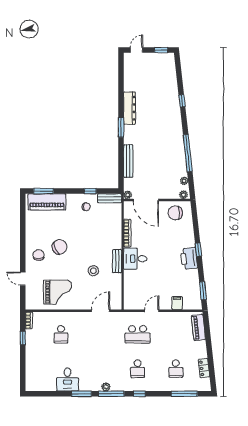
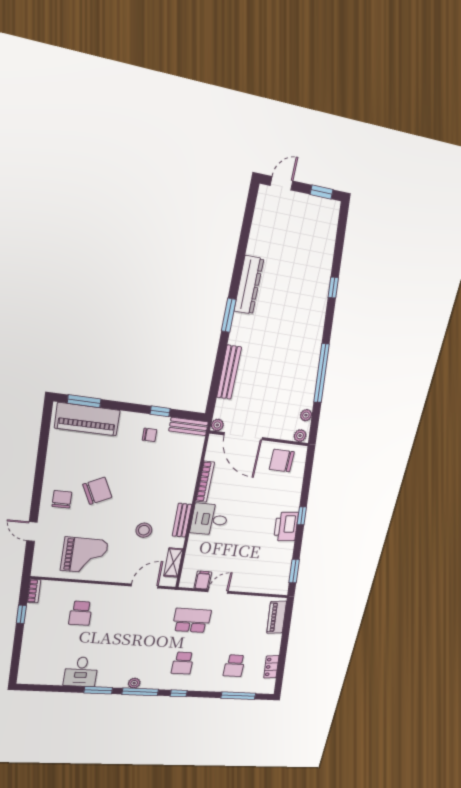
shelving: (117, 292) -> (173, 563), added
filing cabinet: (177, 303) -> (203, 580), moved
school desk: (138, 334) -> (192, 620), turned 180

